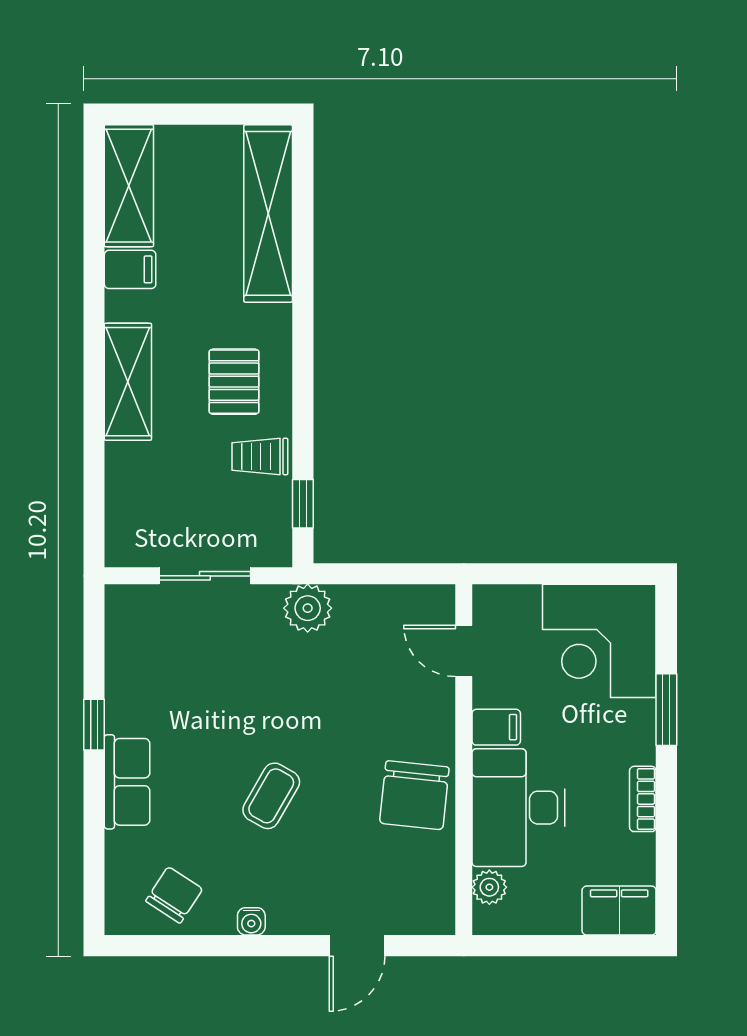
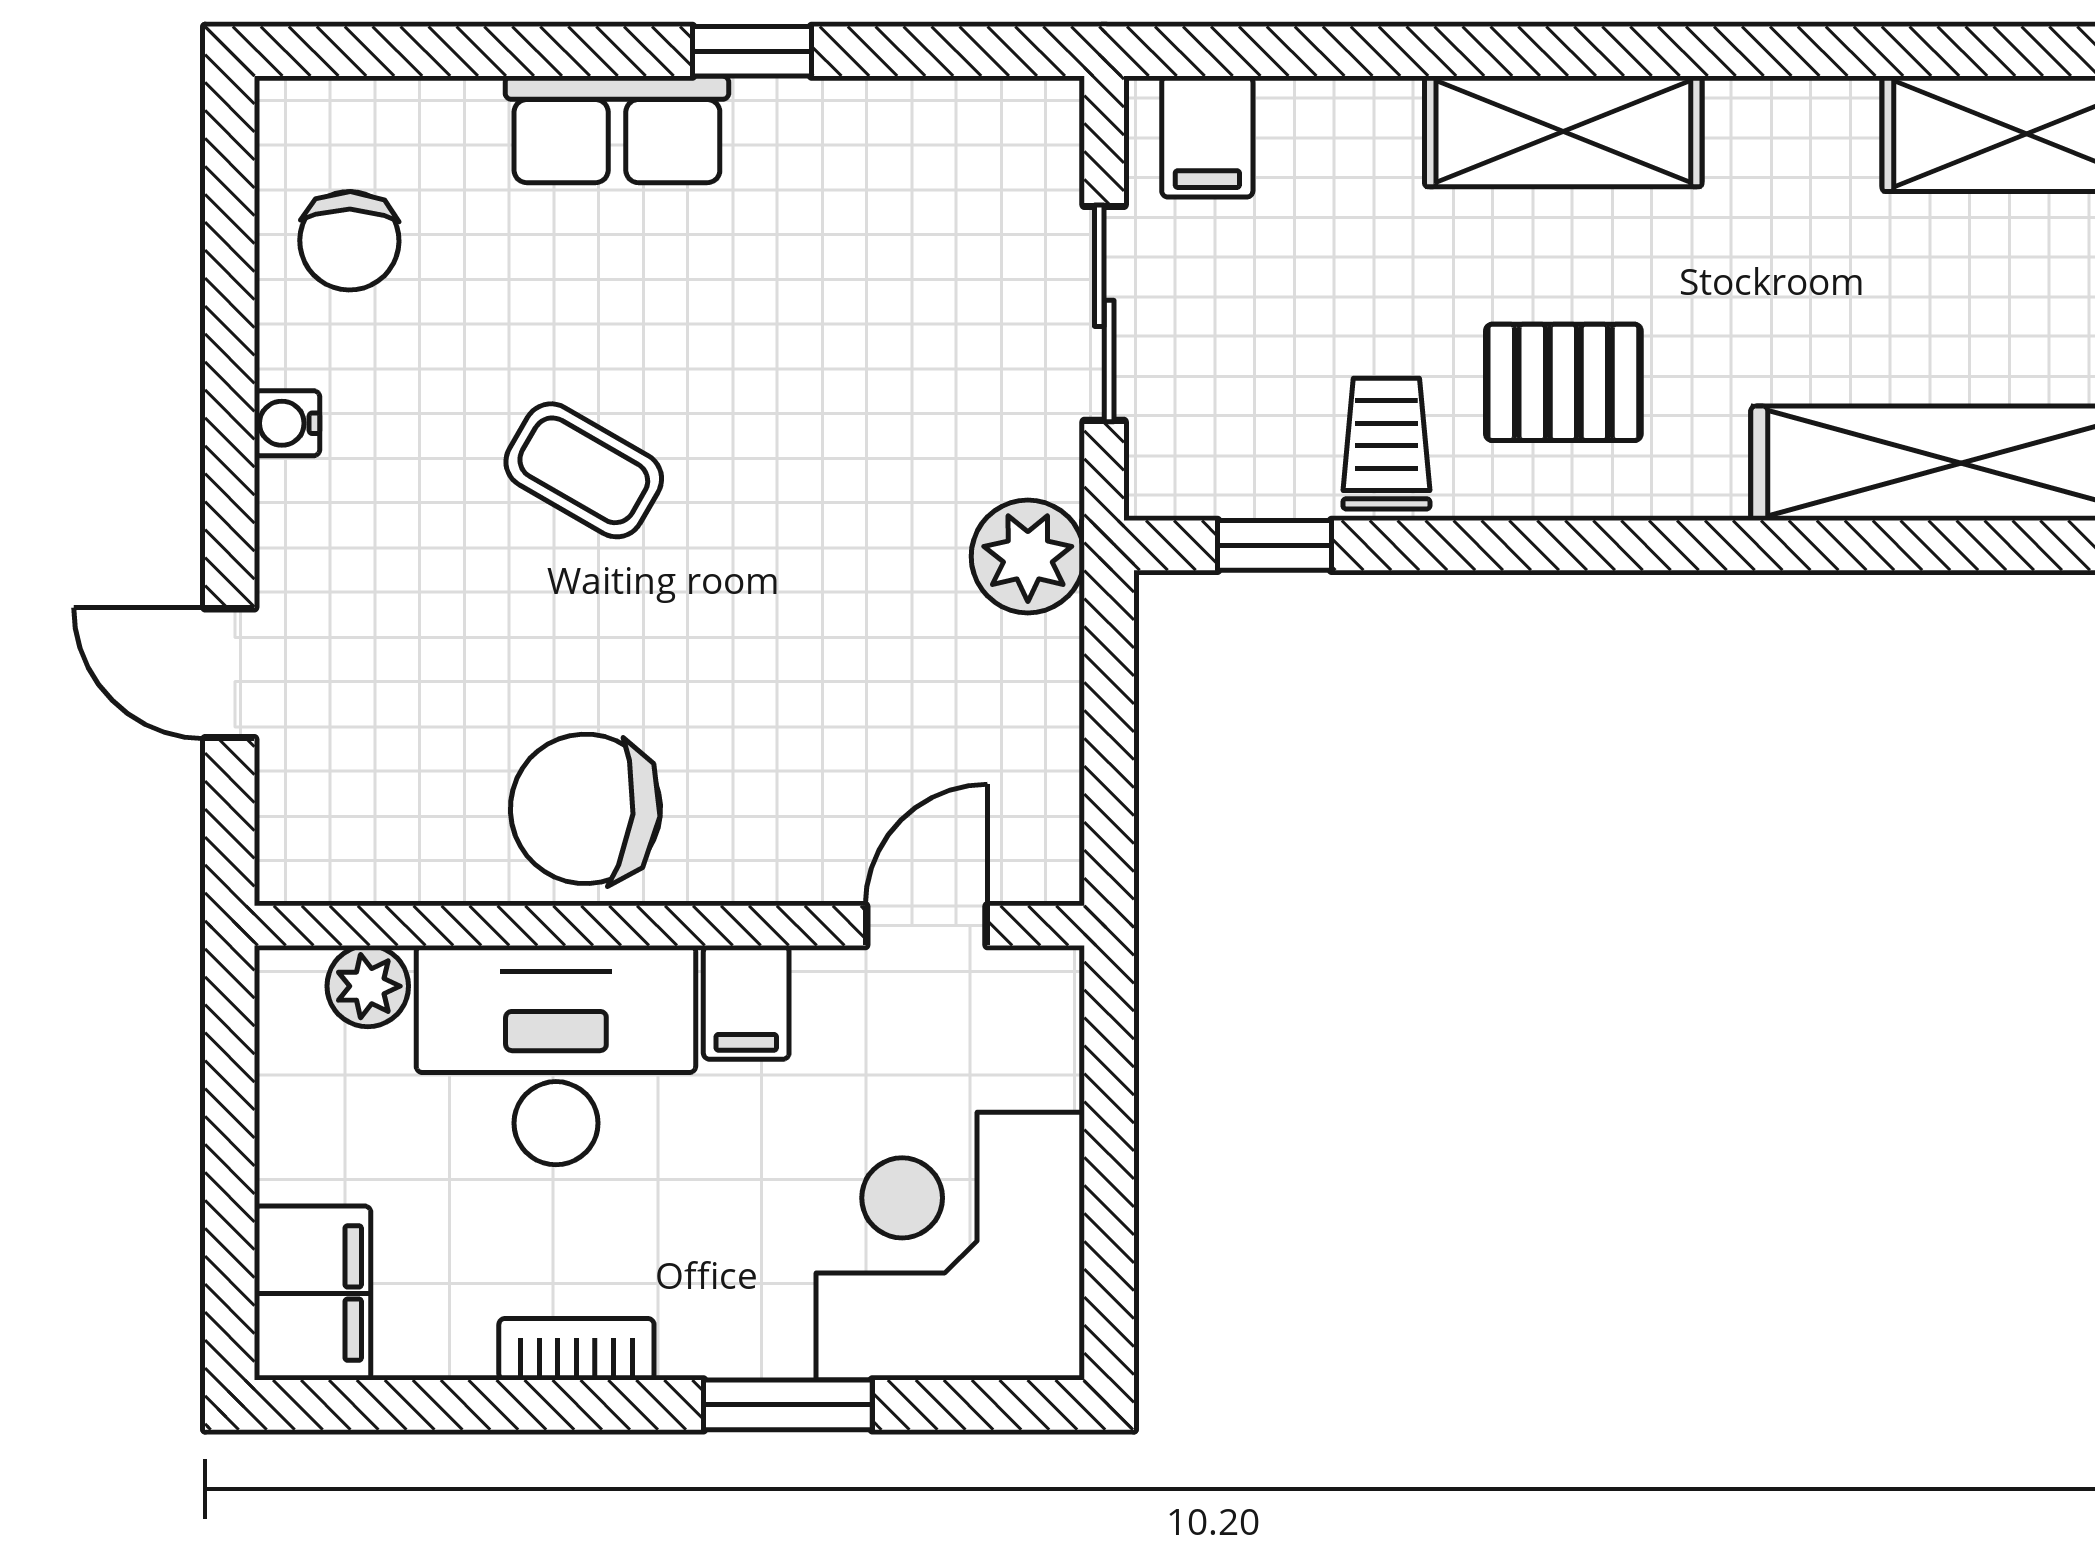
filing cabinet: (130, 269) -> (1207, 137), moved
chair: (174, 895) -> (349, 241), turned 58

